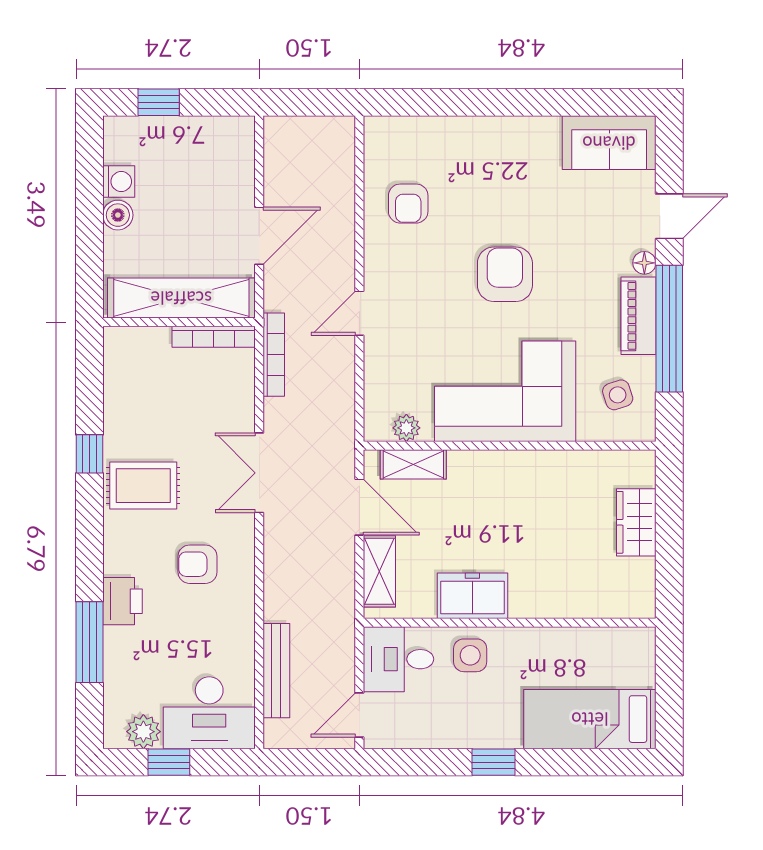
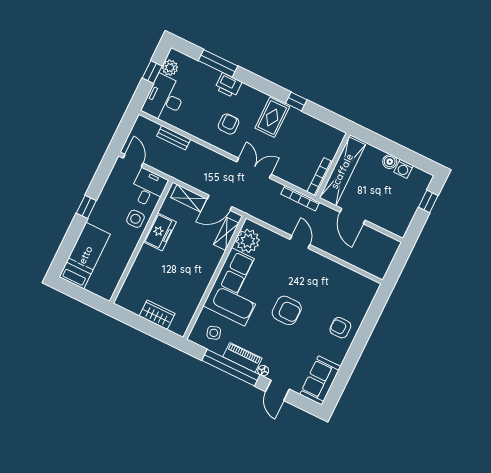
armchair: (408, 204) -> (340, 328), moved
plant: (406, 428) -> (248, 241), width x1.88, depth x1.88
bench: (276, 671) -> (174, 138), width x0.73

